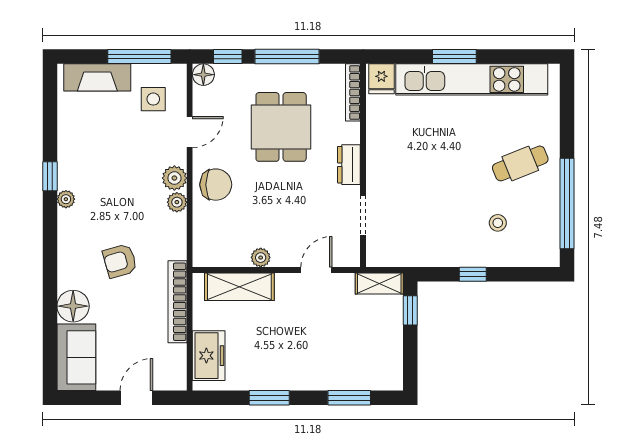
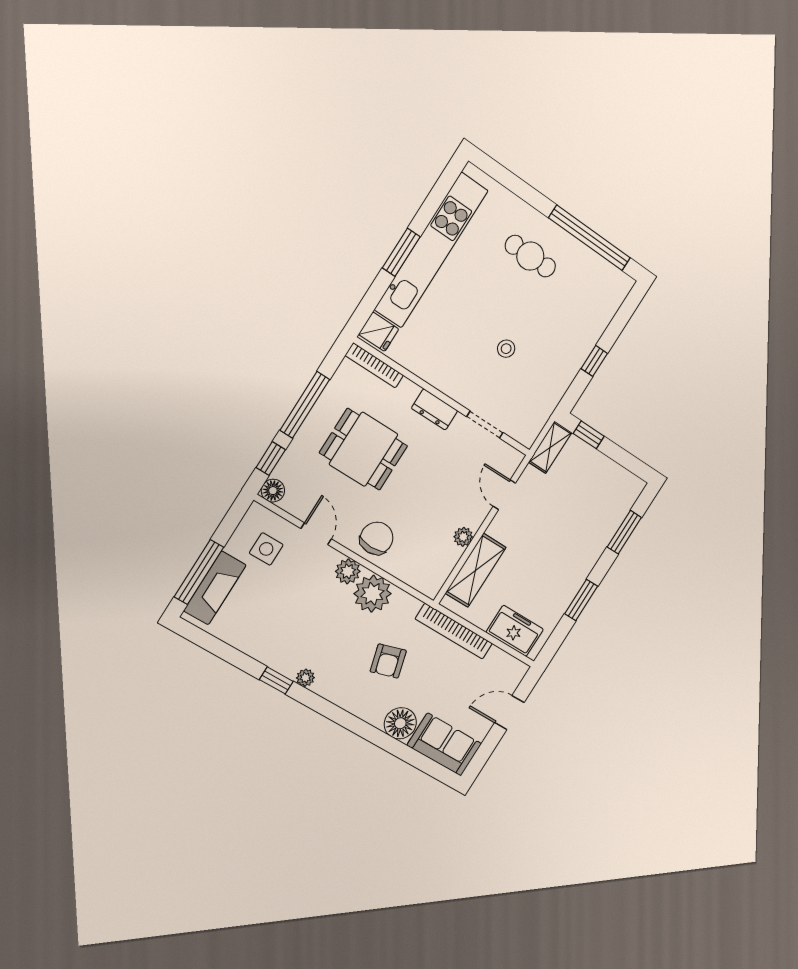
window: (139, 57) -> (199, 572), moved
cafe table: (520, 163) -> (530, 256), turned -68
plant: (177, 202) -> (373, 594), width x1.88, depth x1.88
stool: (498, 223) -> (506, 349), moved
door: (136, 398) -> (509, 713), hinge flipped

